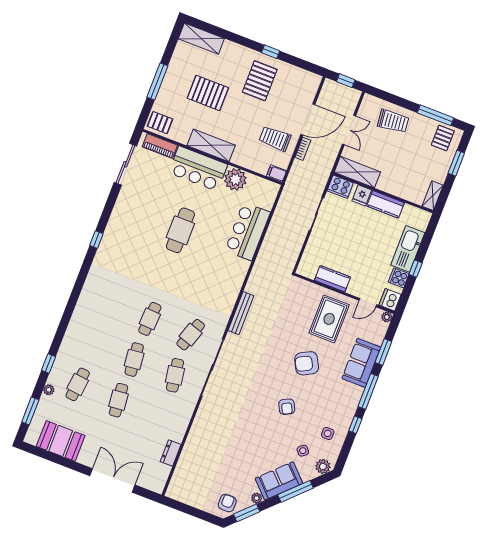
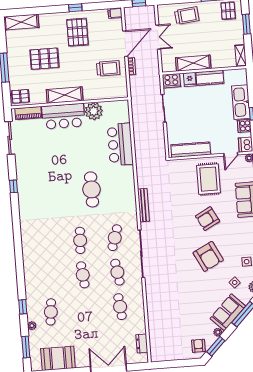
trolley: (275, 139) -> (108, 68), turned 180
shelving: (357, 172) -> (193, 63), moved
filing cabinet: (277, 173) -> (115, 13), moved
cafe table: (180, 230) -> (92, 189), moved
window: (96, 240) -> (13, 186), moved
kitchen counter: (332, 279) -> (191, 150), width x1.50
cafe table: (118, 400) -> (120, 307), moved
armchair: (287, 407) -> (208, 256), width x1.88, depth x1.88
dresser: (171, 453) -> (142, 344), moved

